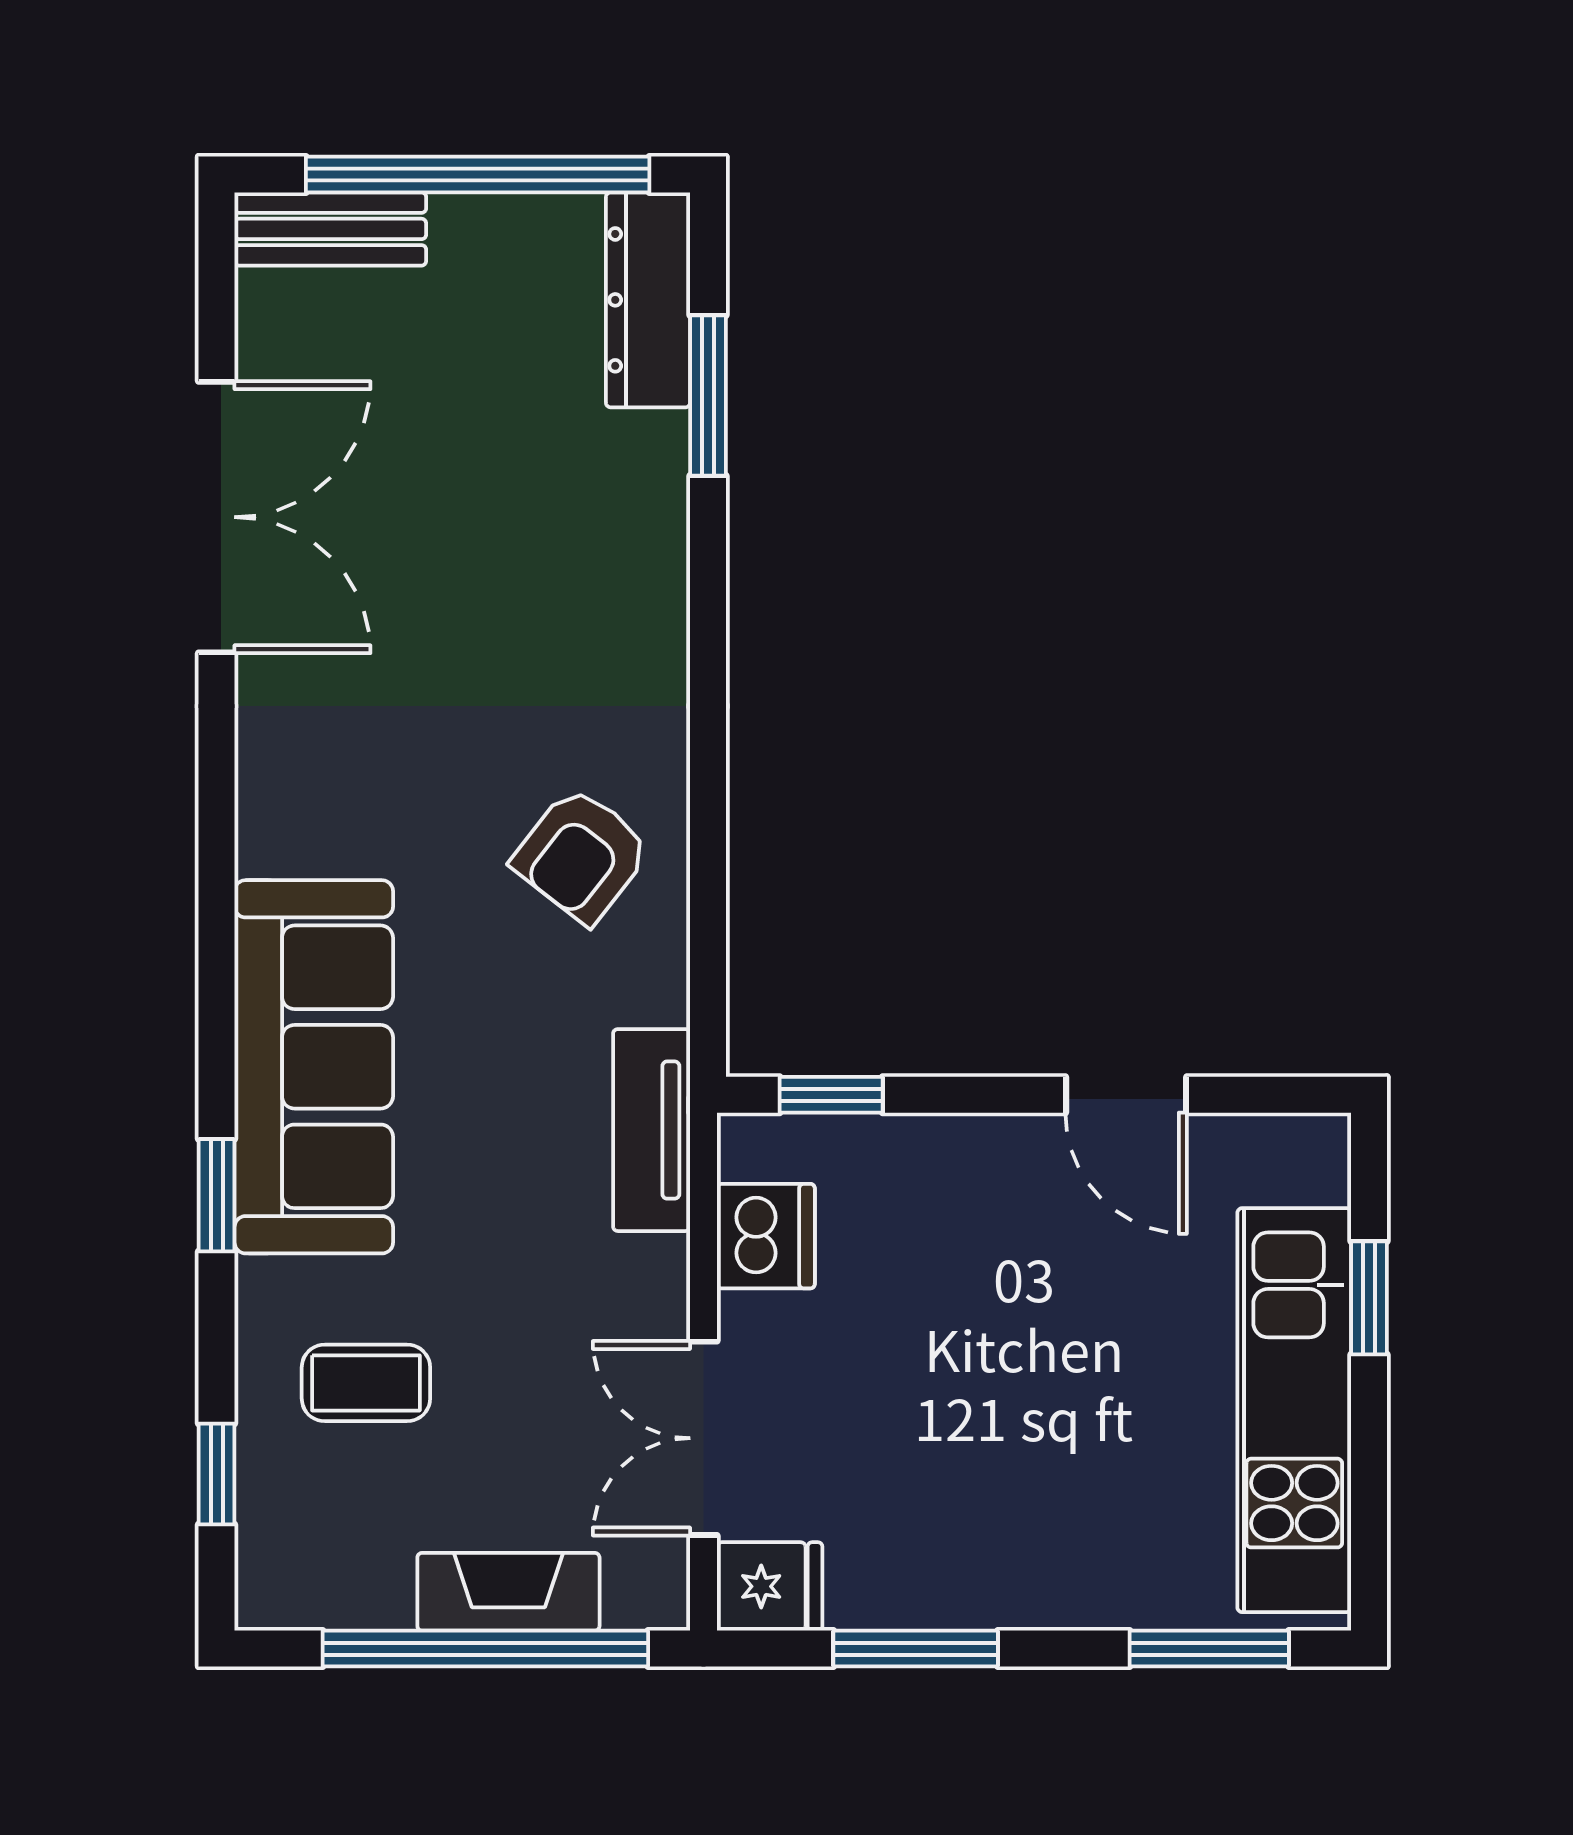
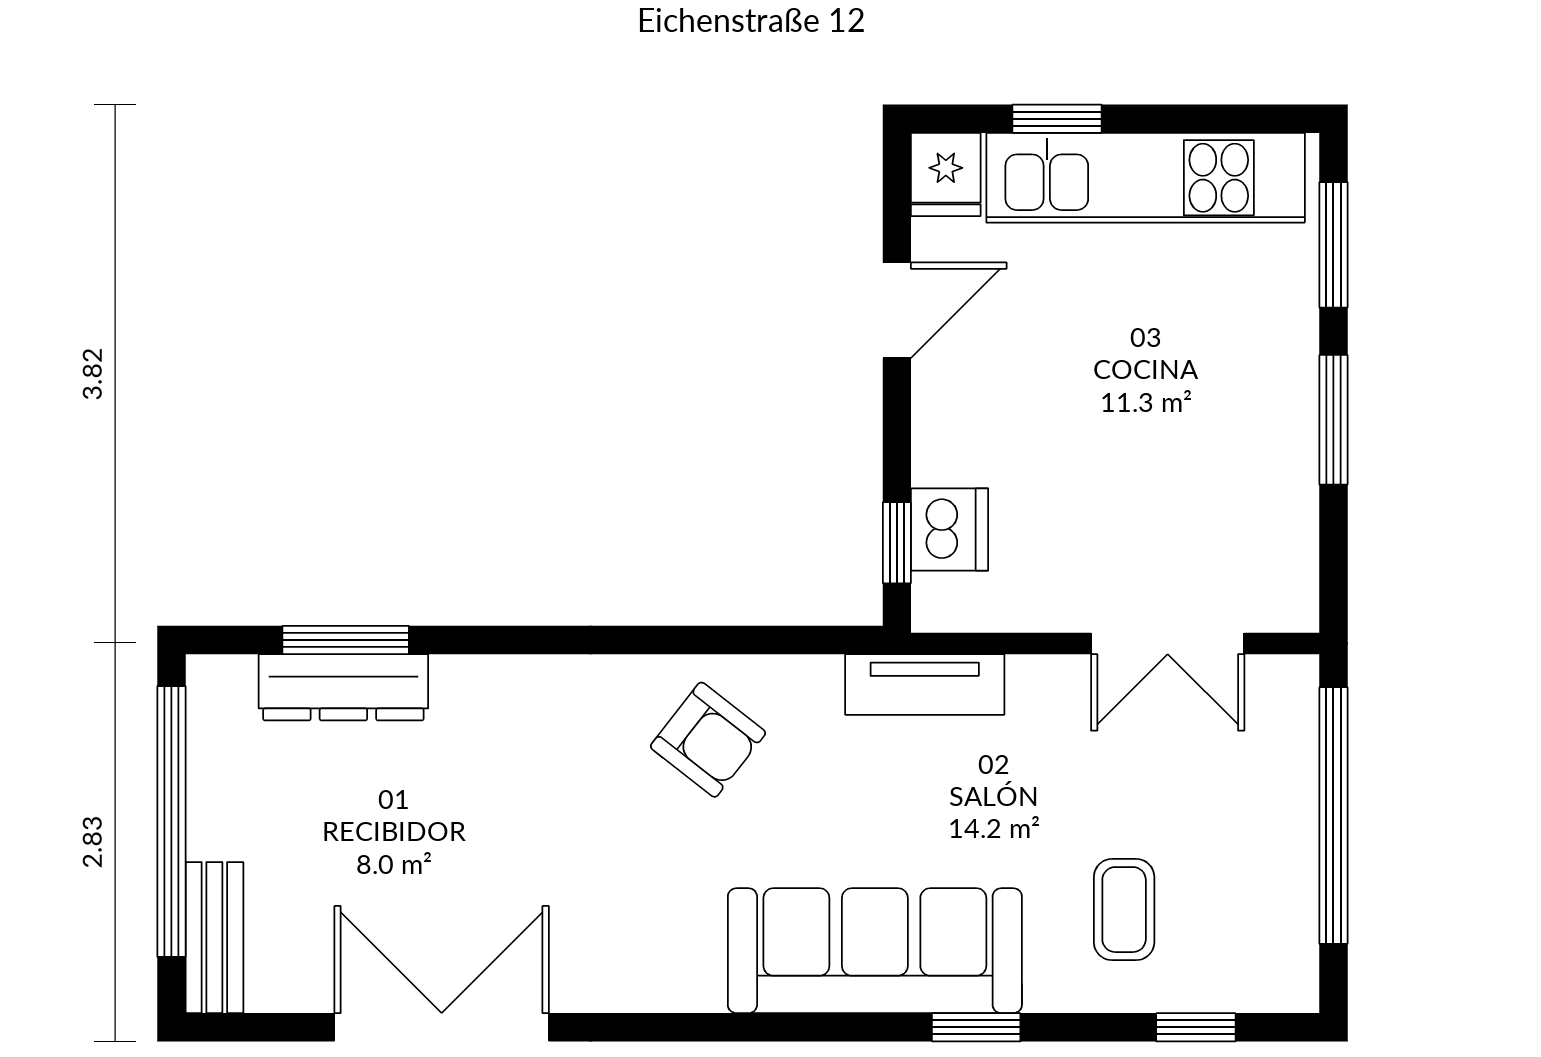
dresser: (648, 300) -> (343, 687), moved
dishwasher: (766, 1236) -> (950, 530), moved, turned 90
fridge: (770, 1586) -> (946, 174), moved, turned 180
fireplace: (508, 1592) -> (1289, 797), removed
window: (916, 1649) -> (1333, 420), moved

